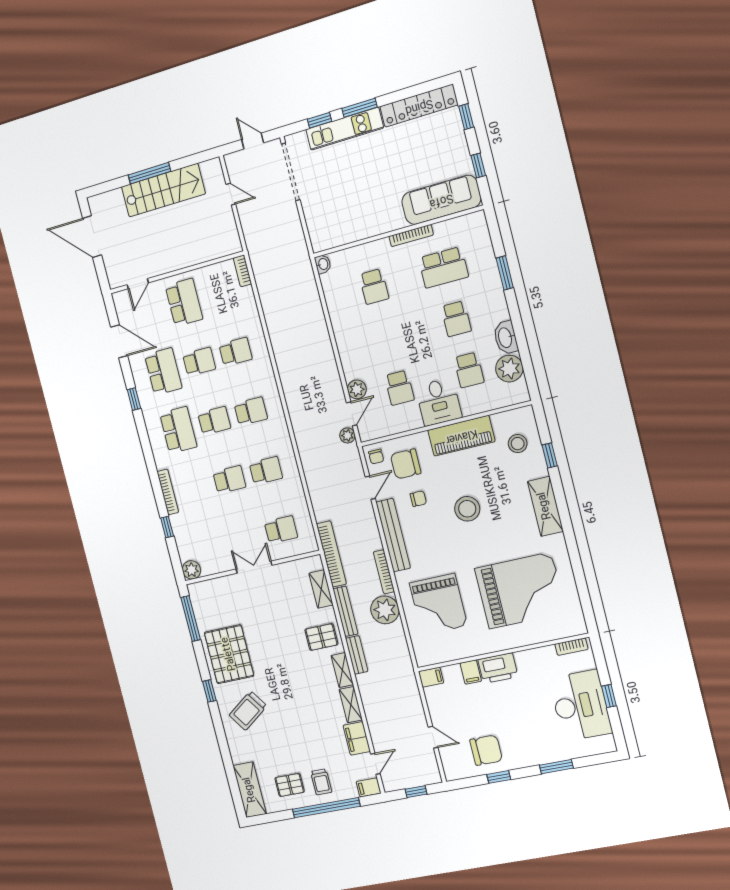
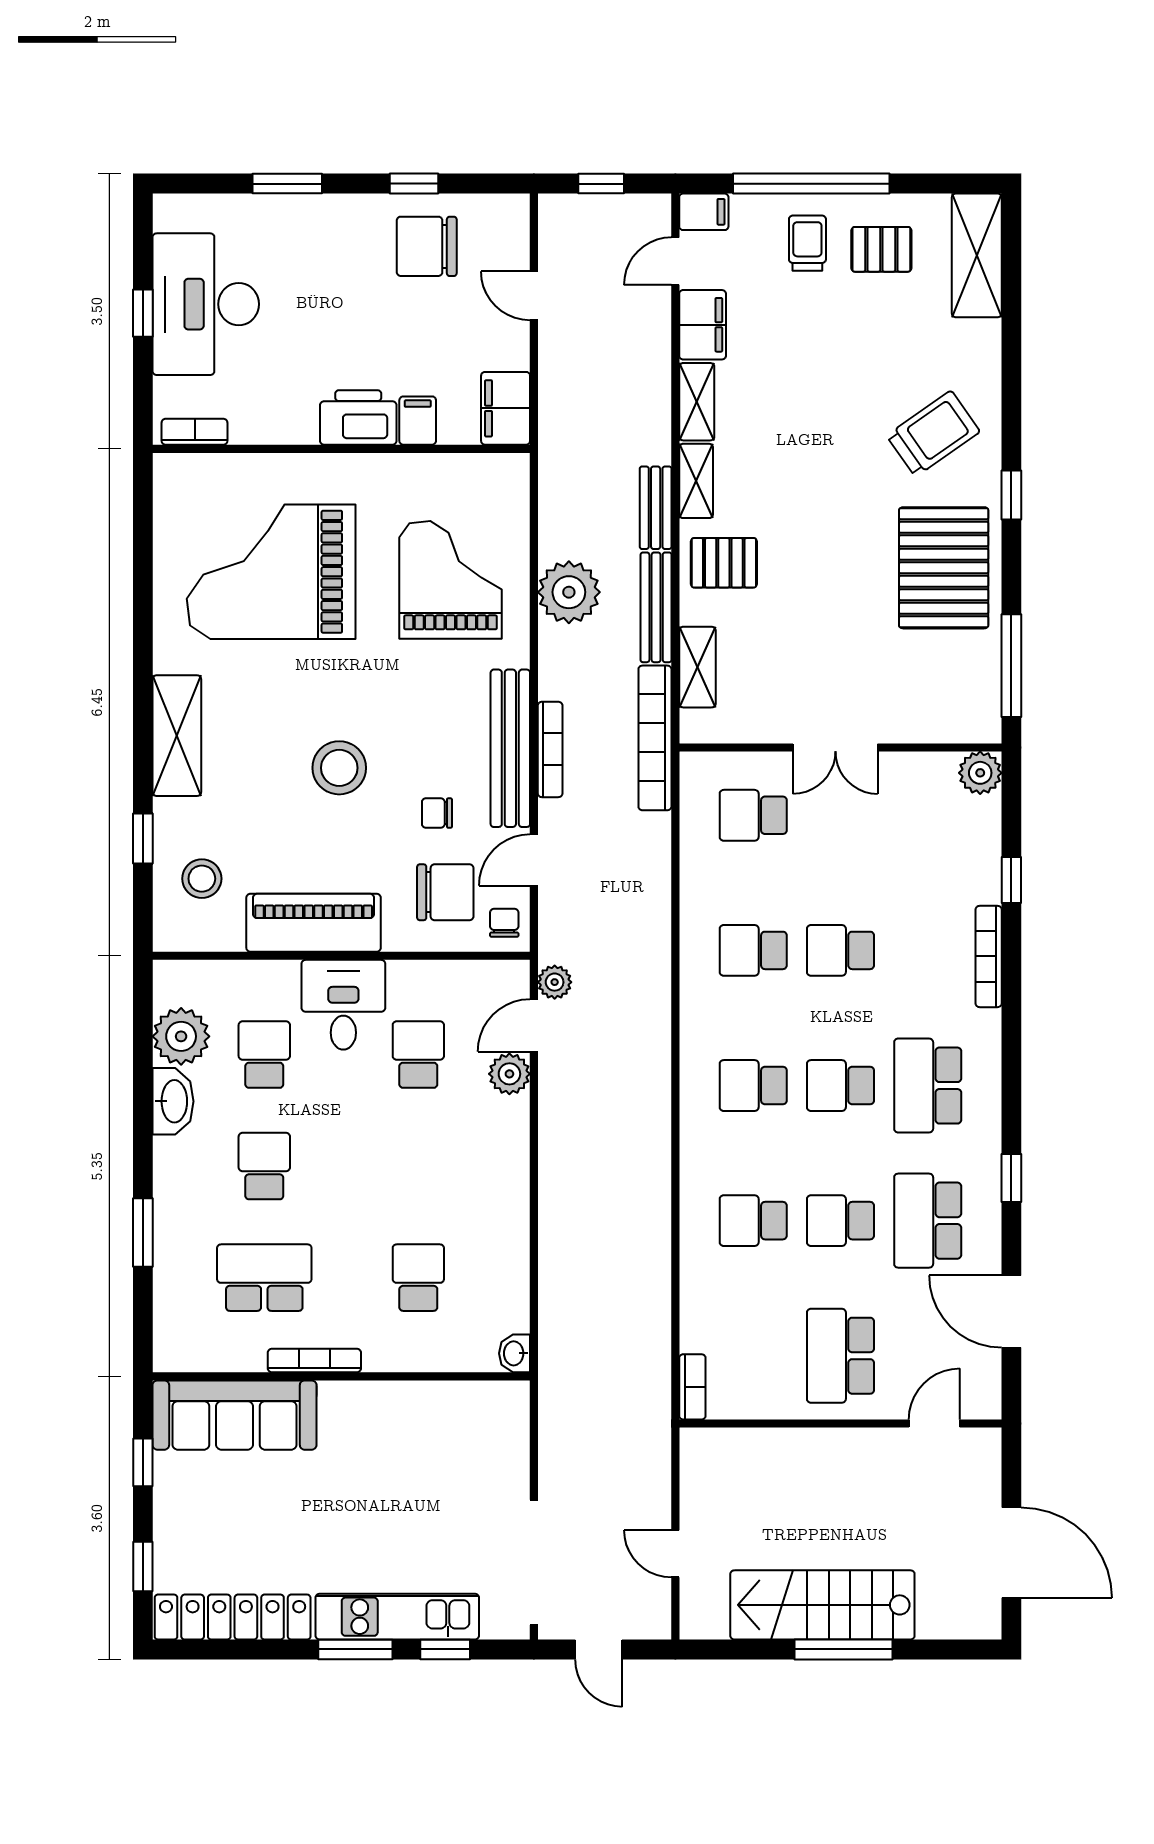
bookcase: (384, 572) -> (550, 749), moved
filing cabinet: (431, 677) -> (506, 408), width x2.00

